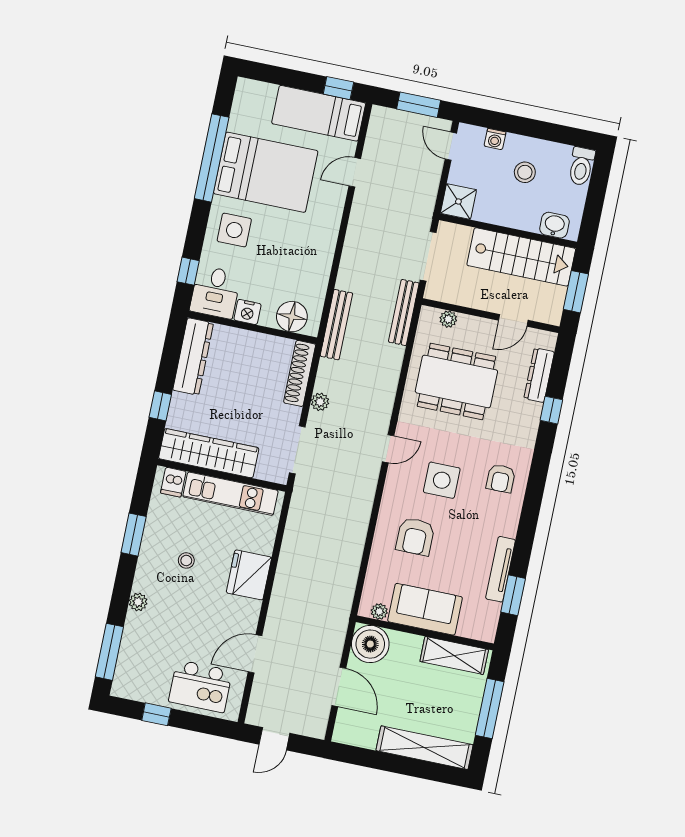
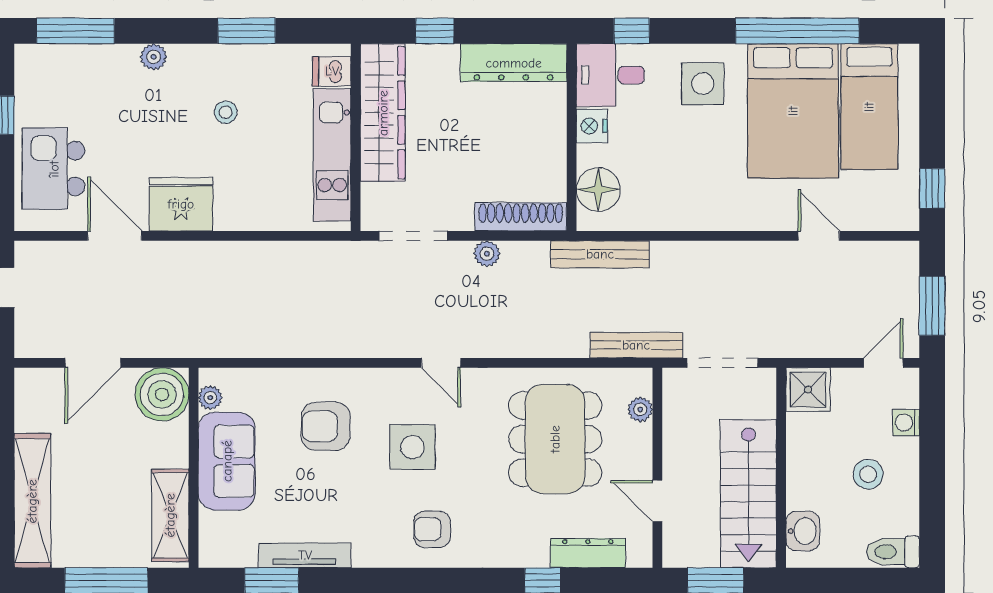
bed: (319, 113) -> (869, 107), moved, turned 180
fridge: (249, 575) -> (181, 204), moved

